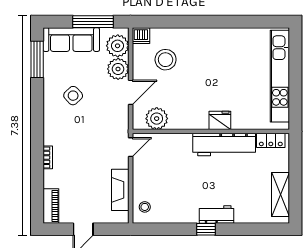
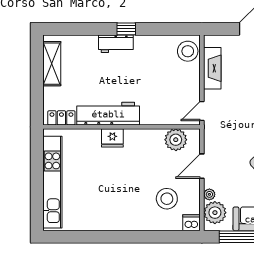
plant: (118, 69) -> (209, 194), width x0.53, depth x0.53
stool: (145, 207) -> (188, 51), width x1.89, depth x1.89

